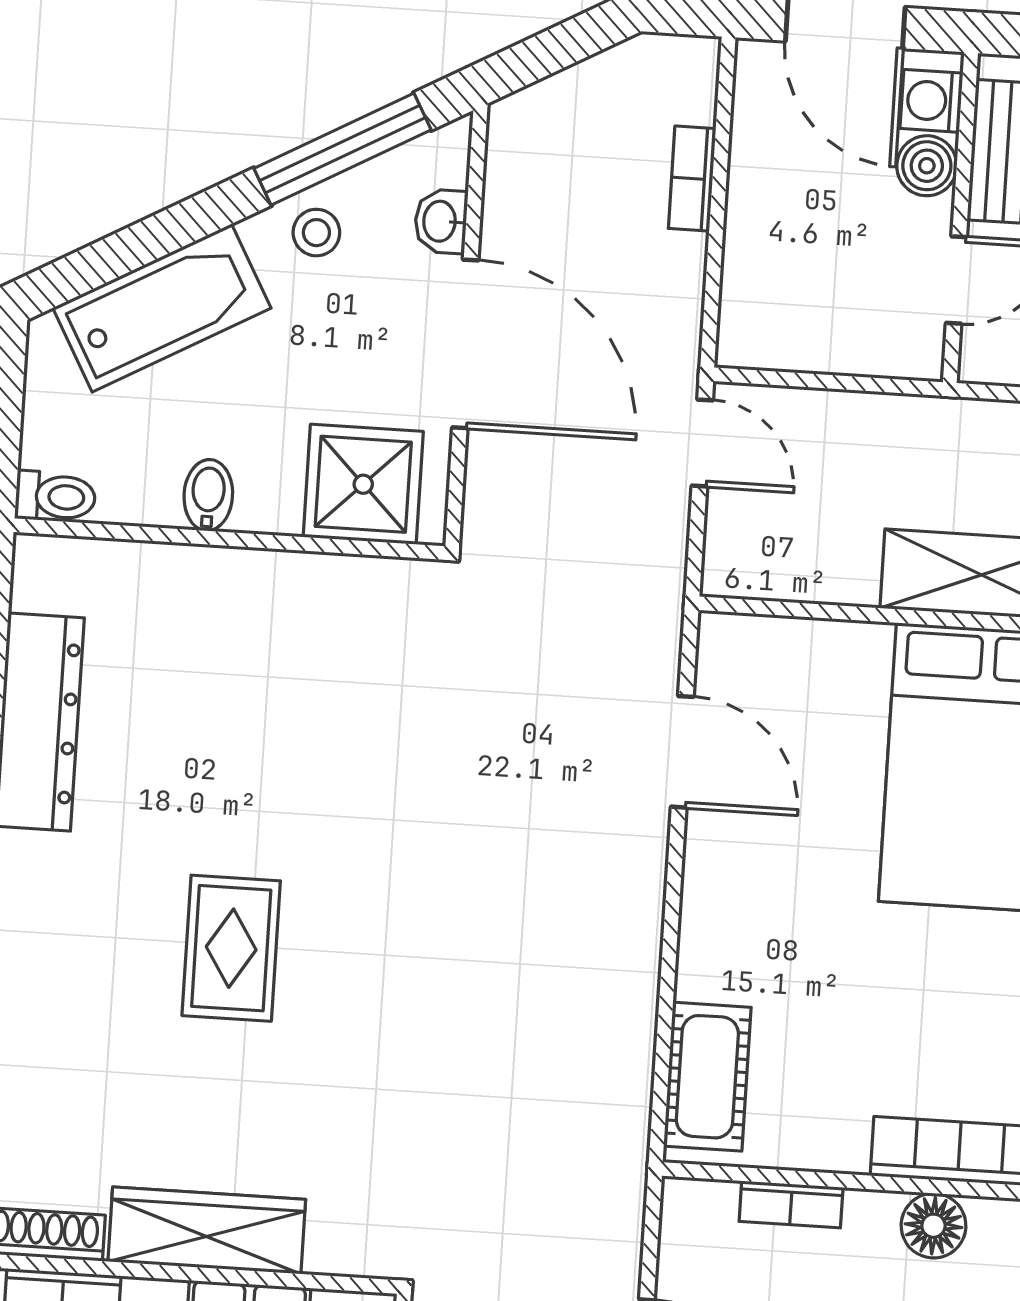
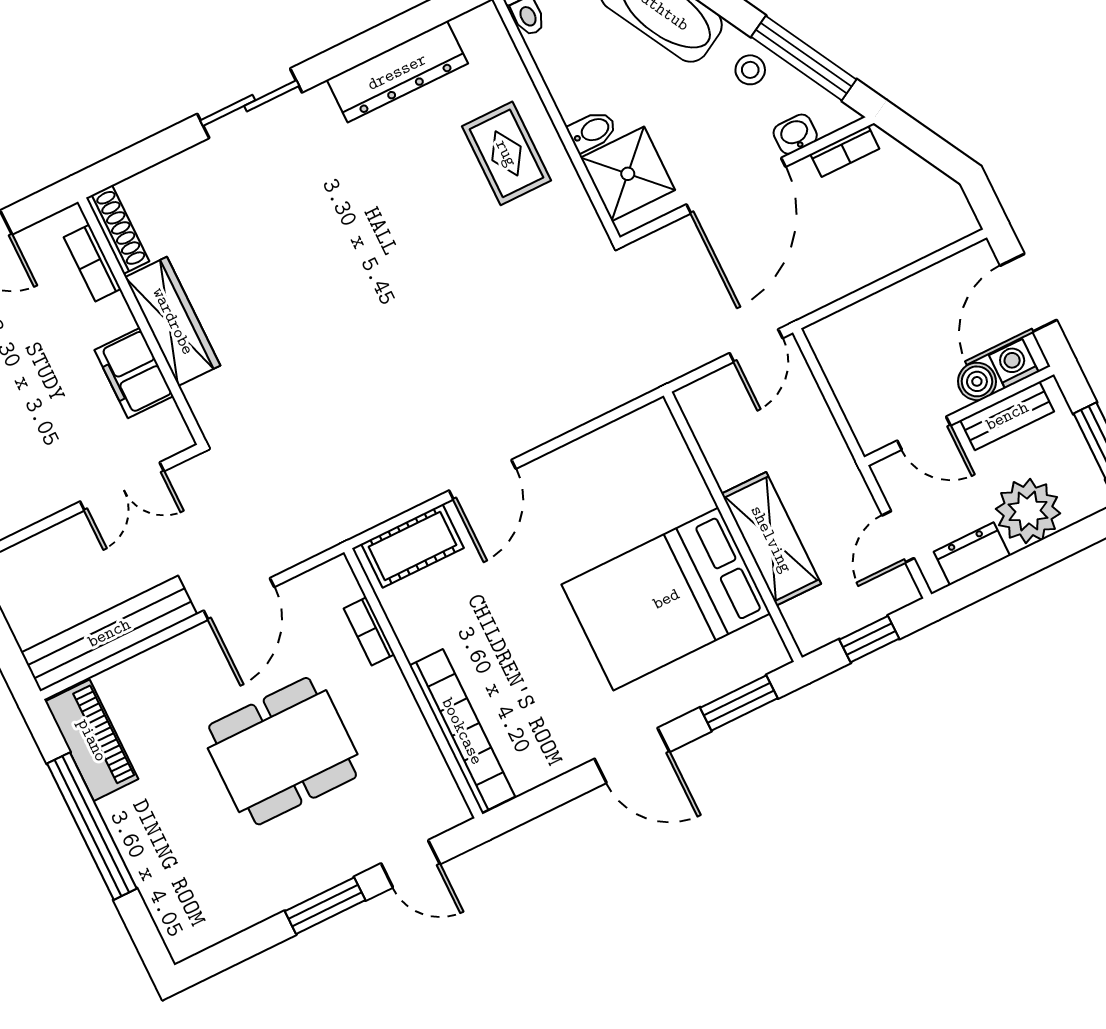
bookcase: (692, 179) -> (845, 151), moved, turned 180
bidet: (208, 495) -> (592, 131), moved
door: (682, 752) -> (482, 480), moved
rug: (231, 948) -> (506, 153), moved, turned 90
floor lamp: (933, 1226) -> (402, 716), removed

